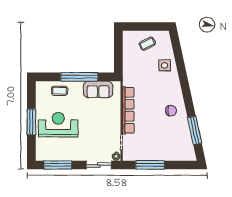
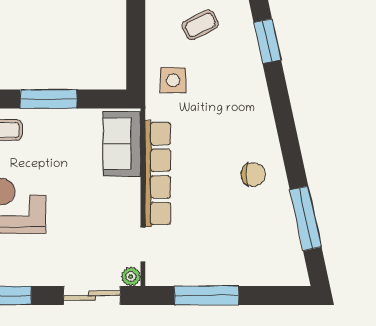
window: (177, 51) -> (267, 41), added
side table: (164, 65) -> (173, 80), moved
window: (79, 77) -> (49, 99), width x0.68
sofa: (98, 89) -> (122, 144), moved, turned 90

